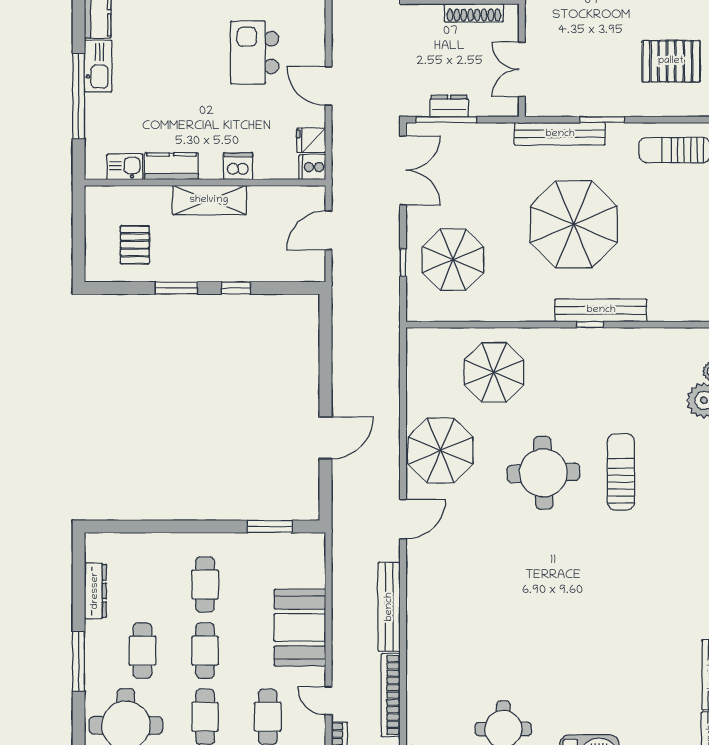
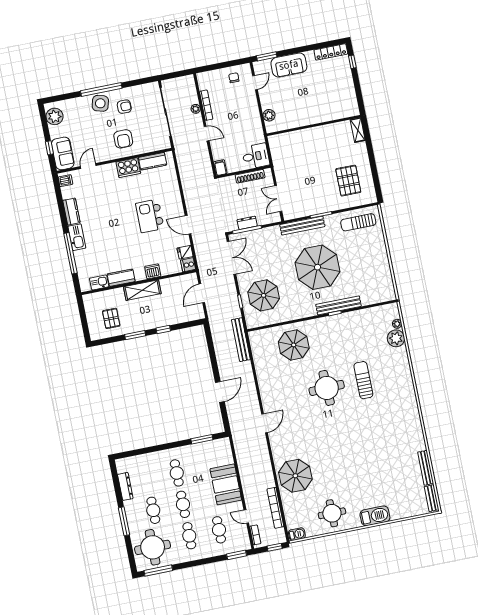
pallet: (671, 61) -> (348, 181), turned 90
parasol: (441, 450) -> (295, 476), moved
bench: (389, 607) -> (241, 340), moved

